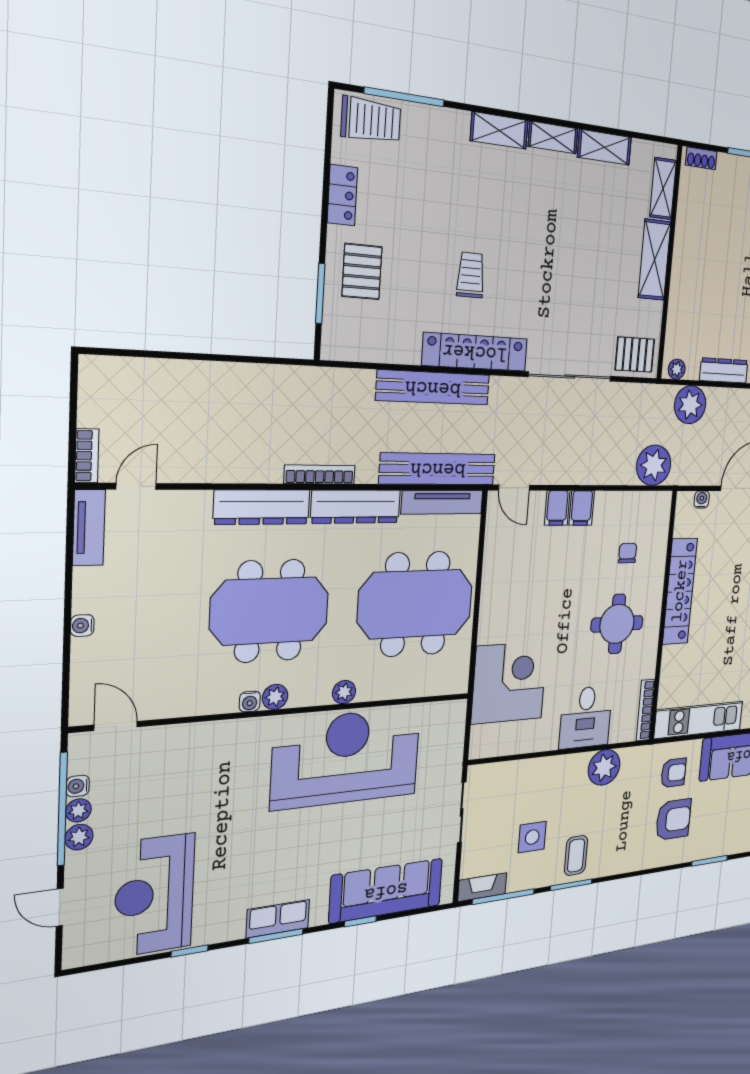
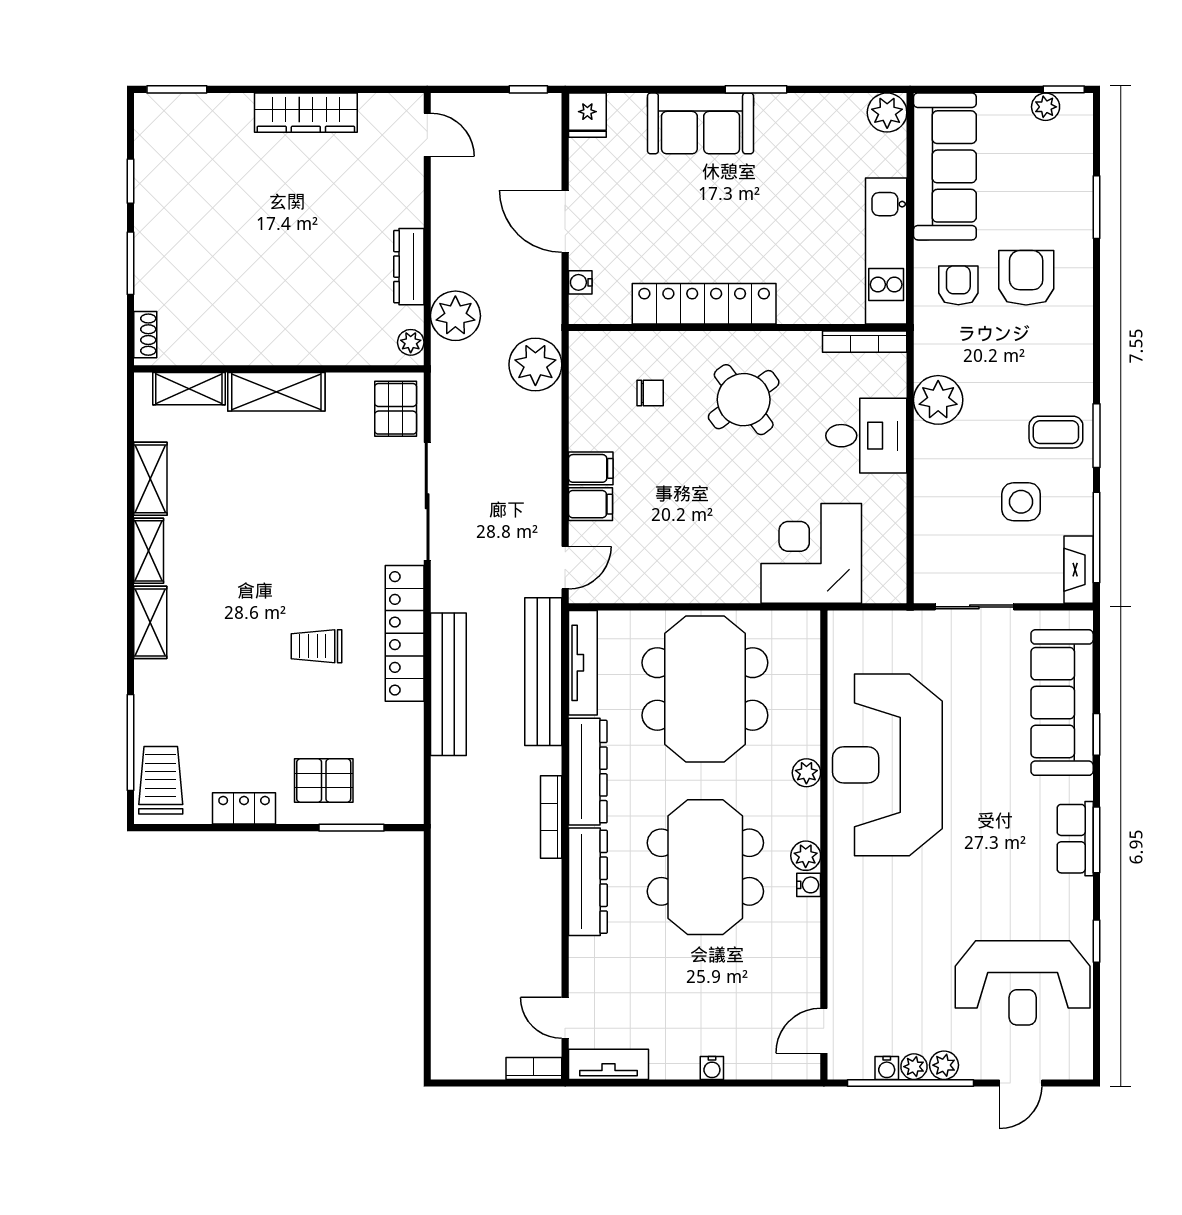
chair: (628, 553) -> (650, 393), turned 180
round table: (617, 624) -> (744, 400), turned -37

